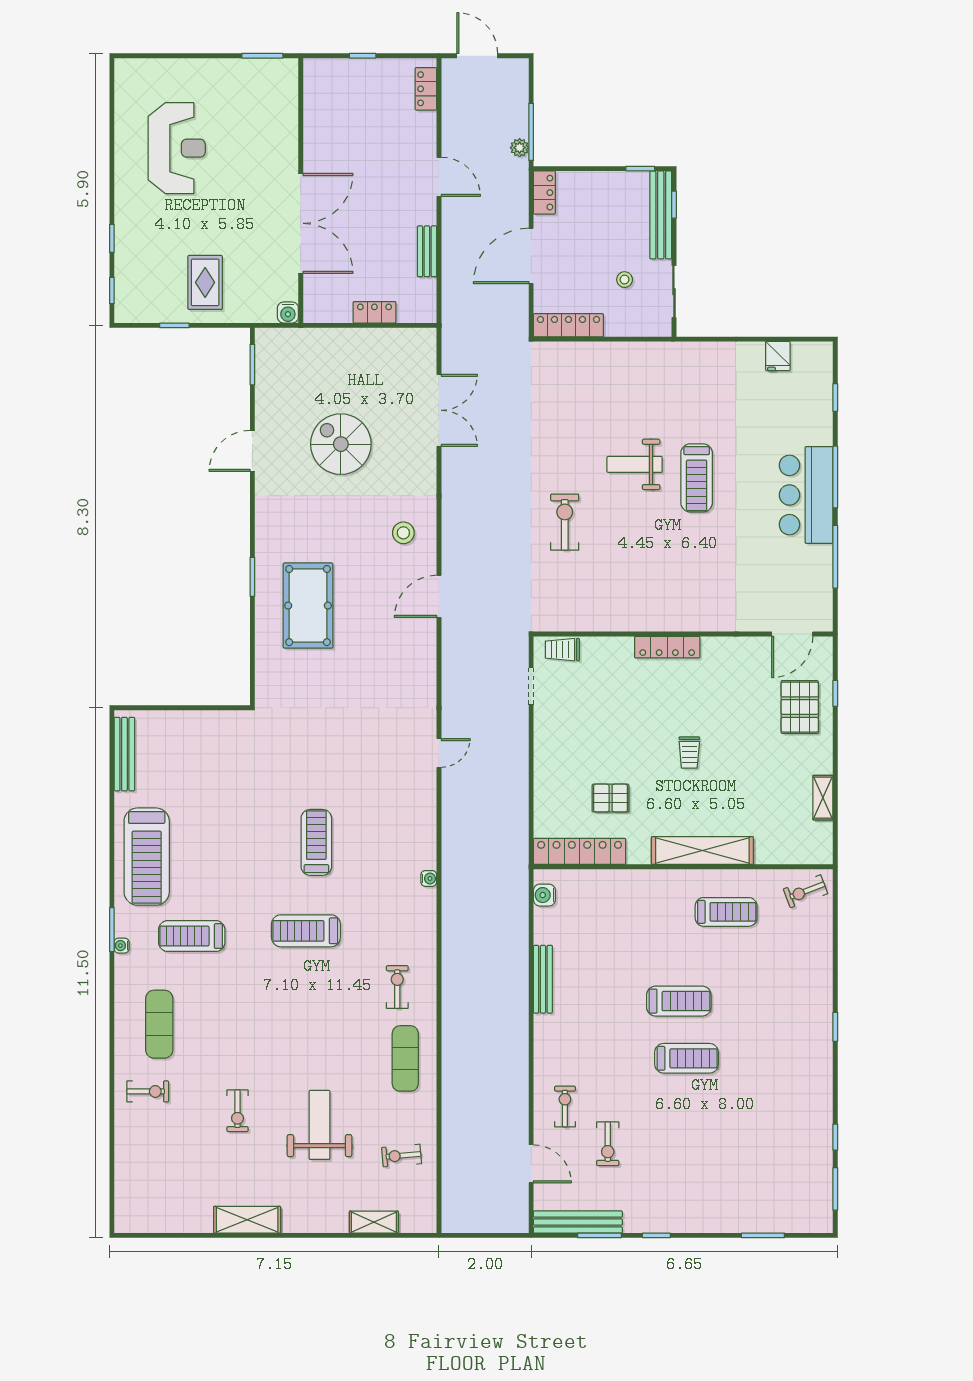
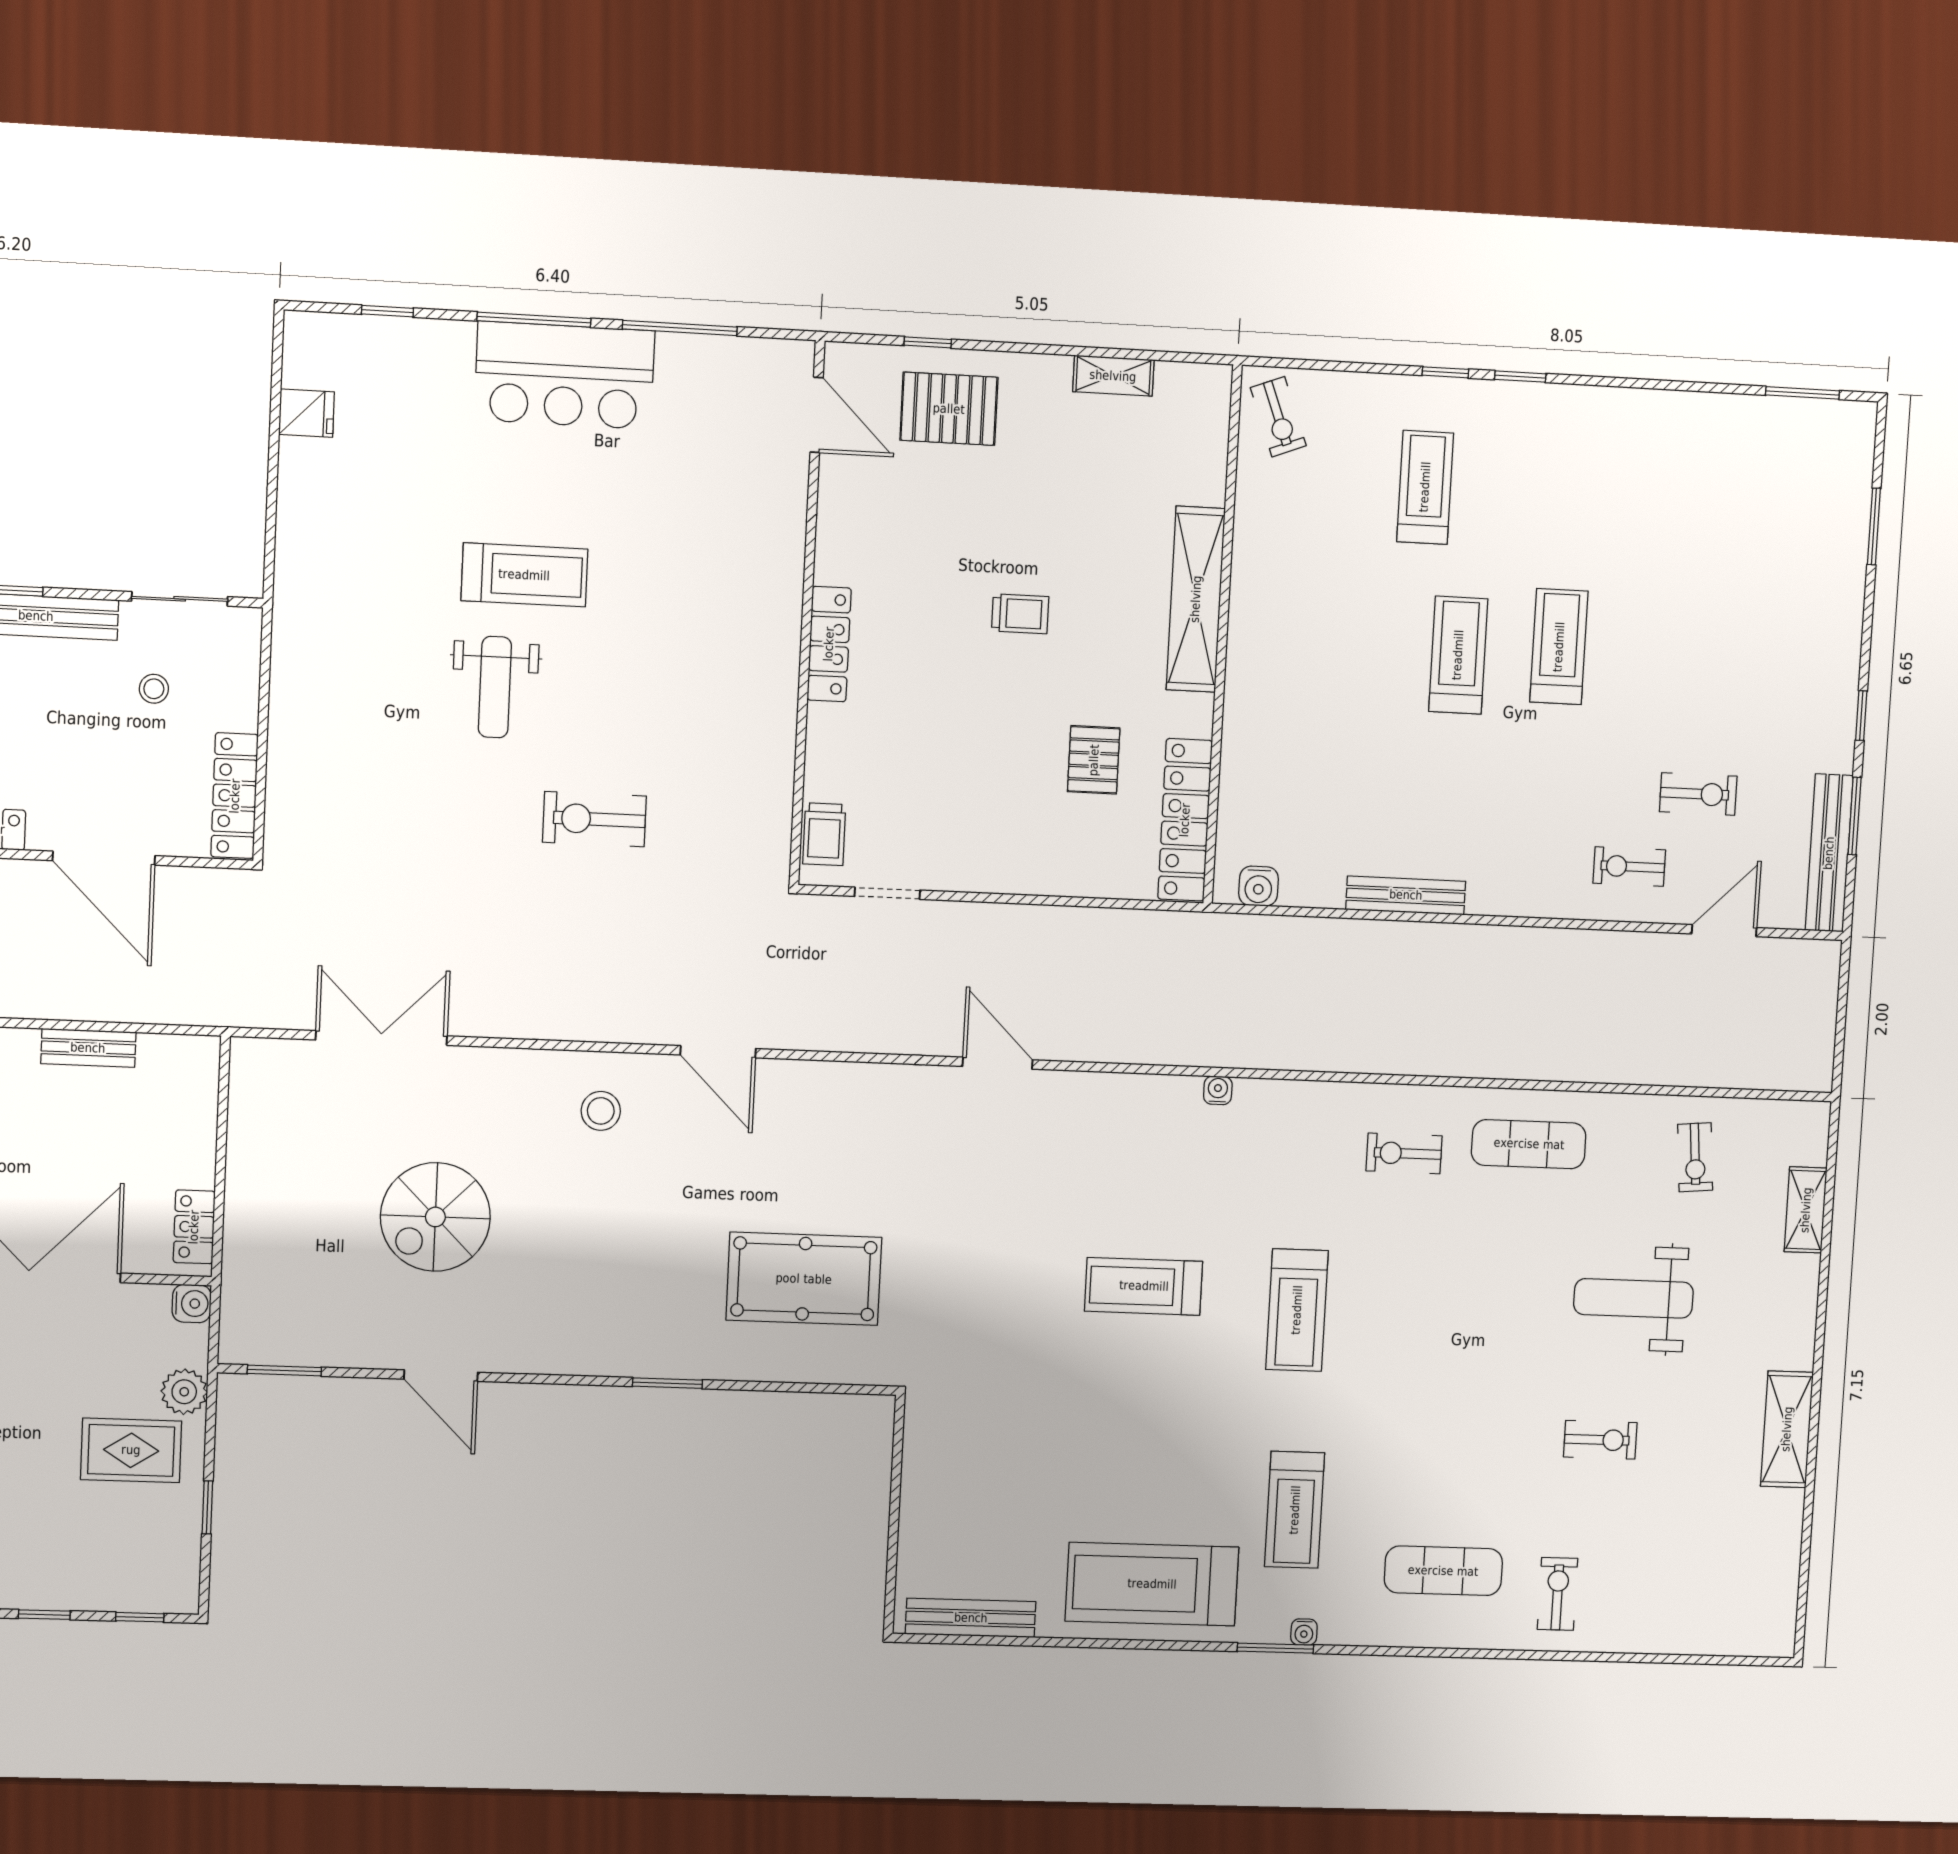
plant: (239, 310) -> (184, 1392), added
locker: (374, 312) -> (194, 1227), moved
pool table: (308, 606) -> (804, 1279), moved
door: (439, 753) -> (998, 1063), width x1.38
treadmill: (147, 857) -> (1152, 1584), turned 180
treadmill: (726, 912) -> (1425, 487), moved
window: (835, 1137) -> (1445, 372), moved

